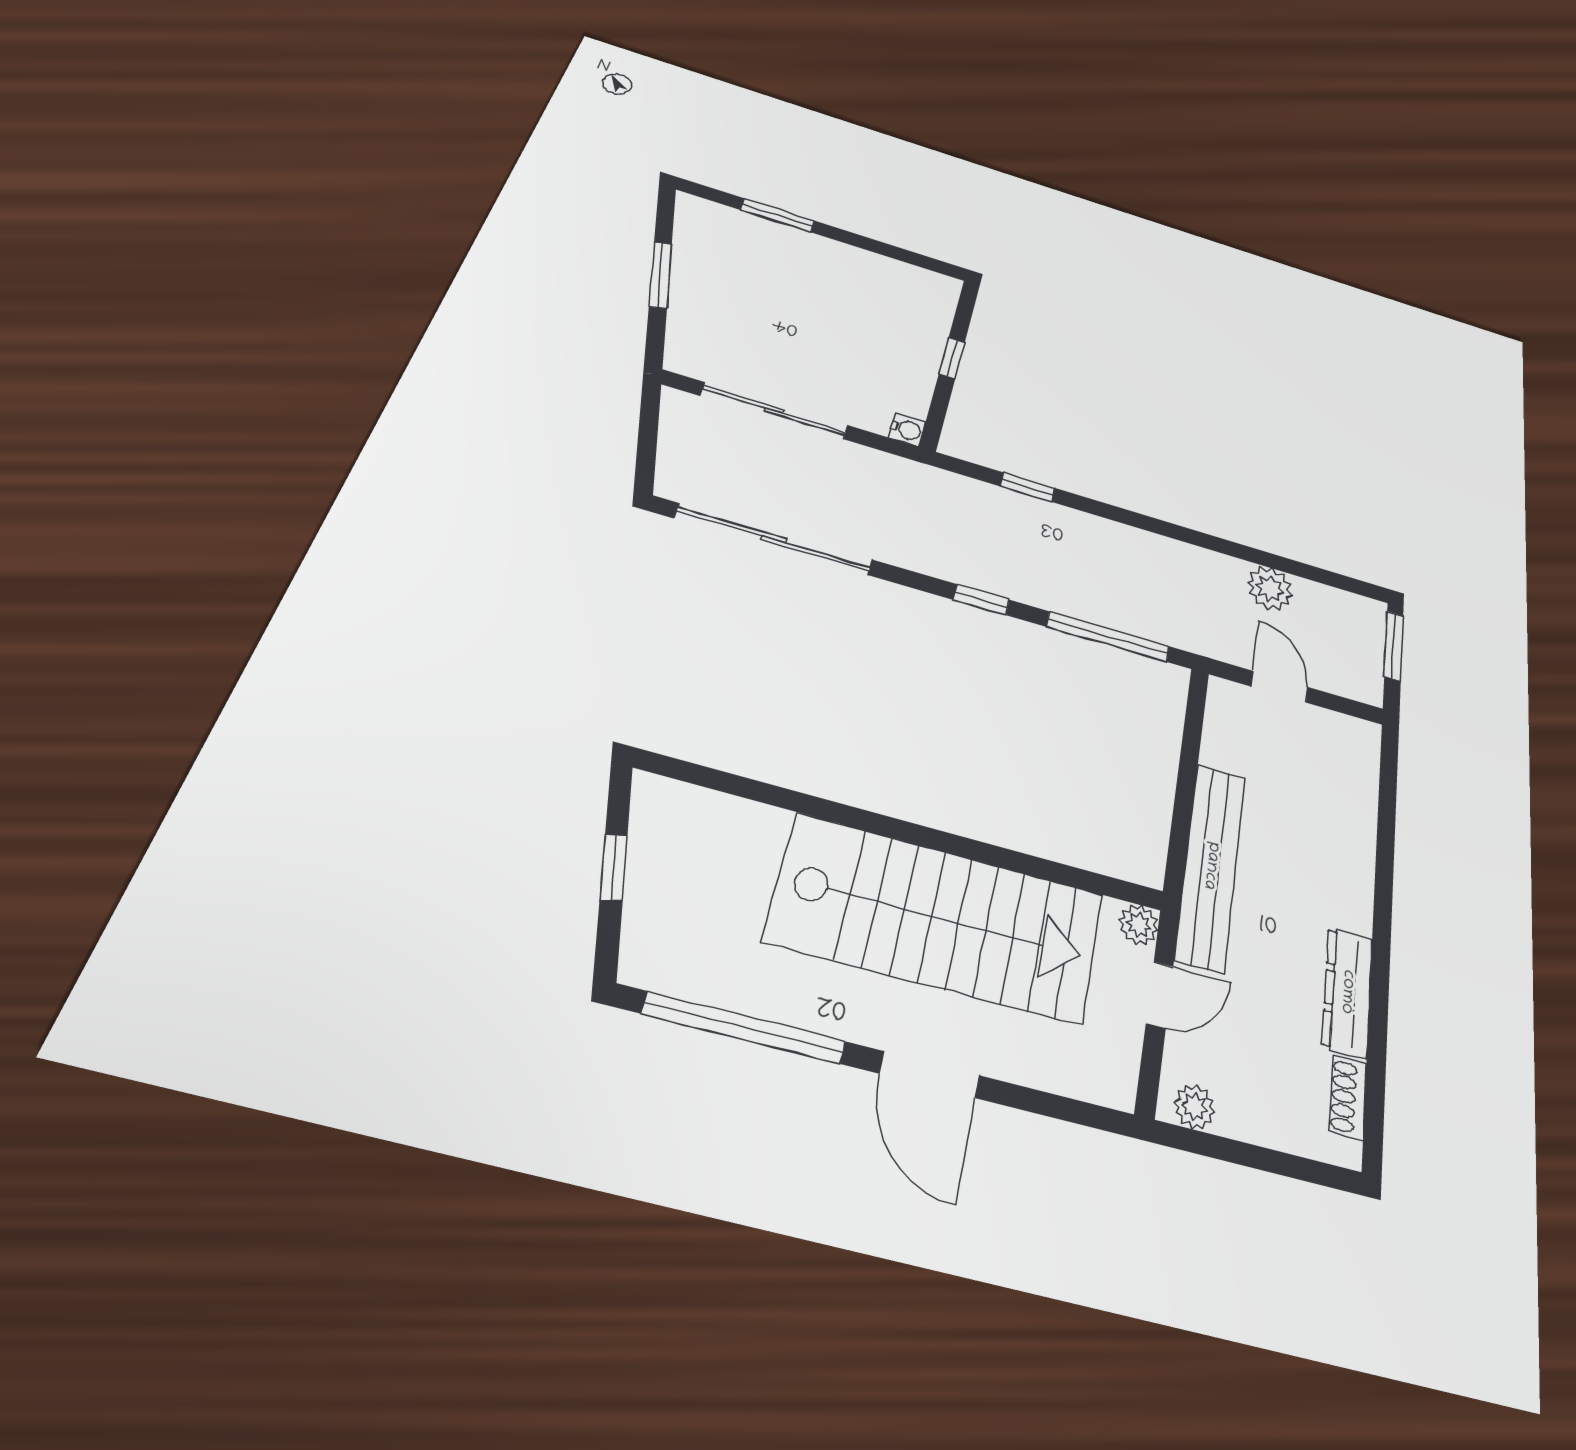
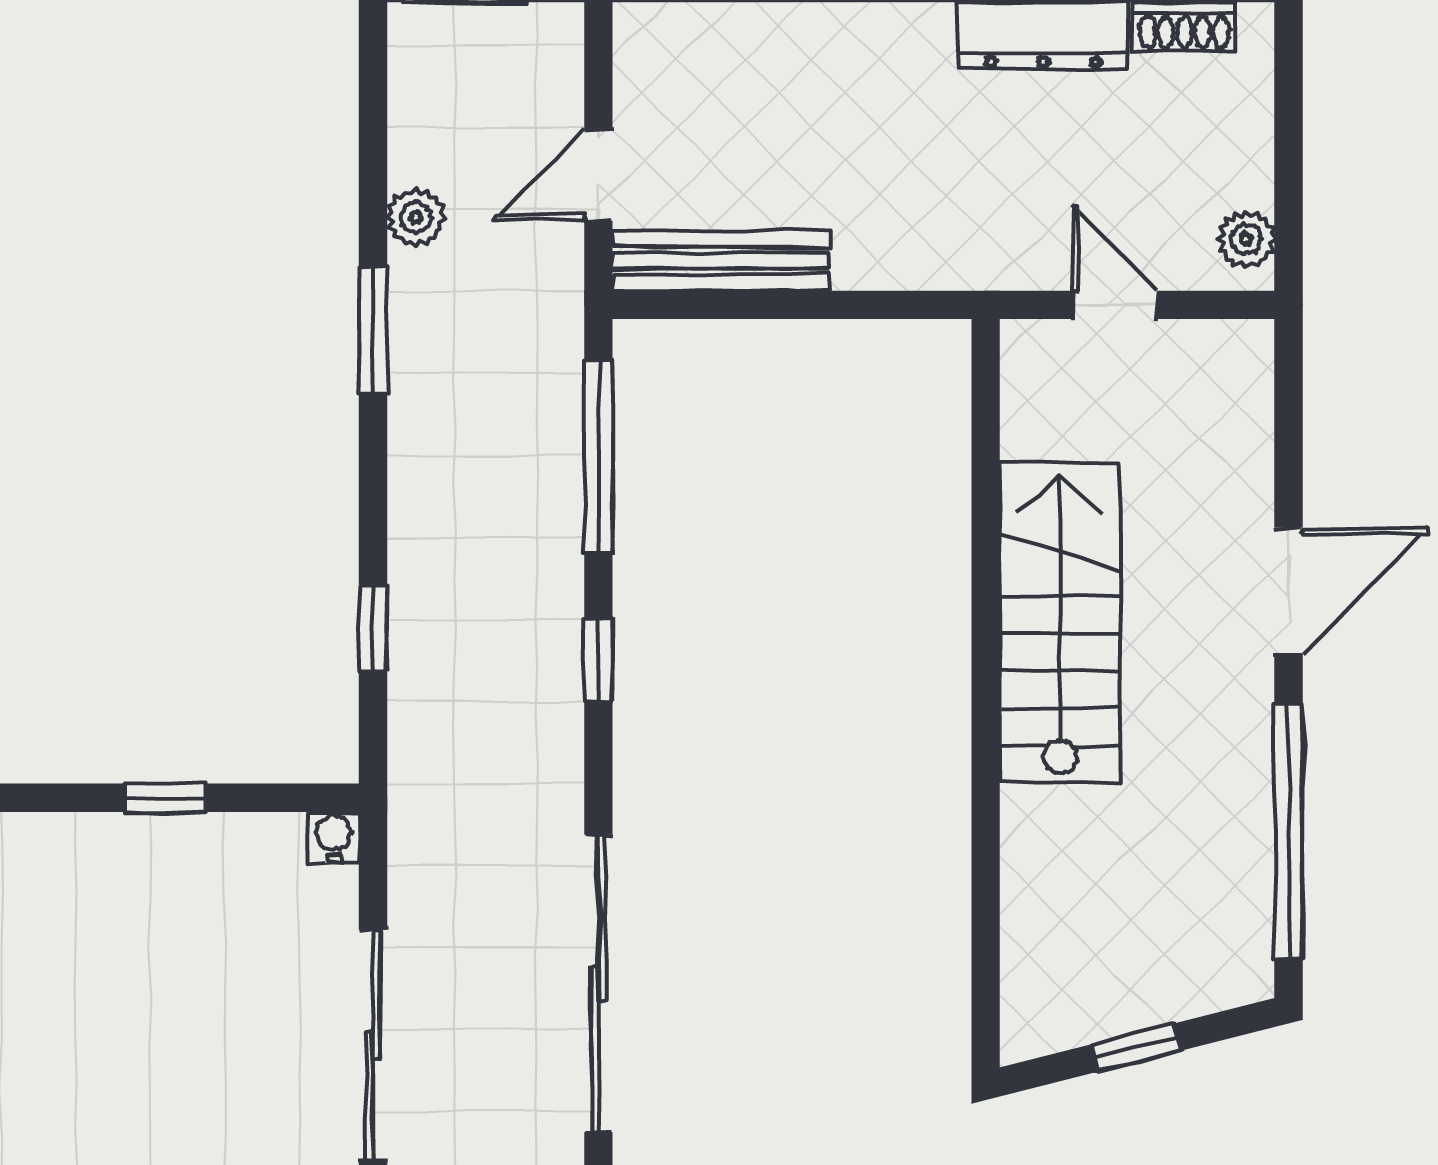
window: (1202, 540) -> (373, 330), added
plant: (1270, 589) -> (416, 217), width x0.73, depth x0.73
bench: (1211, 866) -> (721, 260), moved, width x0.73, depth x0.82
stairs: (938, 918) -> (1060, 623), width x0.73, depth x0.66
plant: (1139, 925) -> (1028, 347), removed

